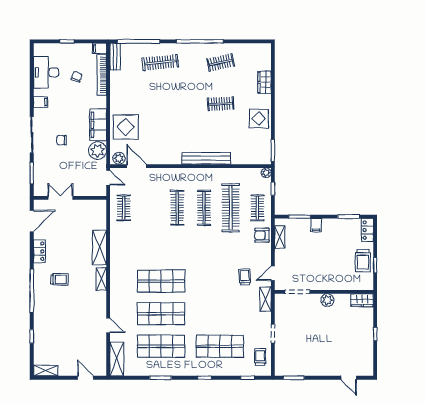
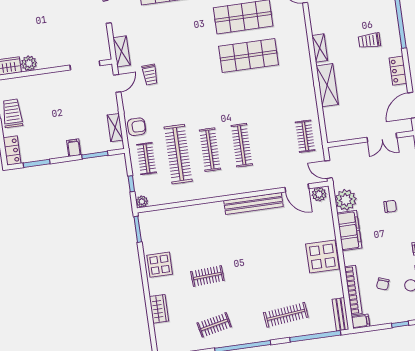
display table: (126, 127) -> (322, 257), moved
bench: (206, 158) -> (253, 203), moved
plant: (327, 300) -> (29, 63), moved

